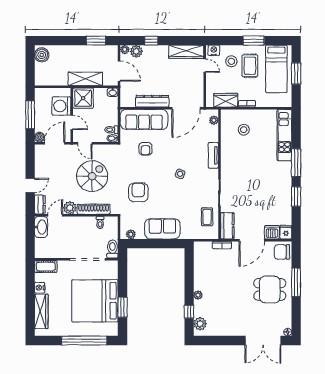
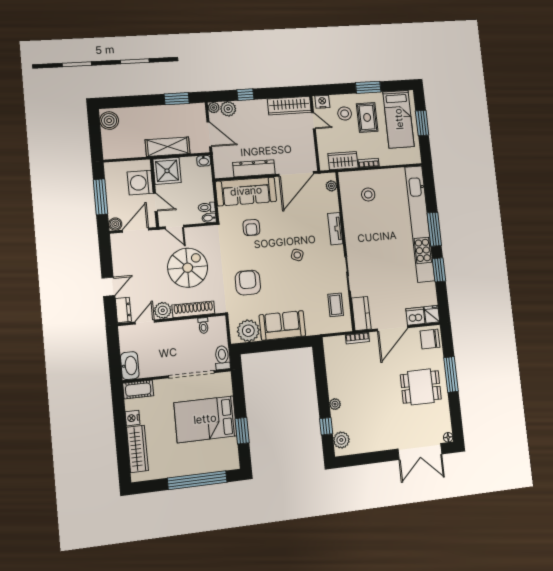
kitchen unit: (284, 135) -> (420, 224), width x1.86
washbasin: (41, 227) -> (130, 366), moved
plant: (131, 234) -> (248, 331), width x1.87, depth x1.87
bed: (95, 301) -> (205, 419), width x0.73

